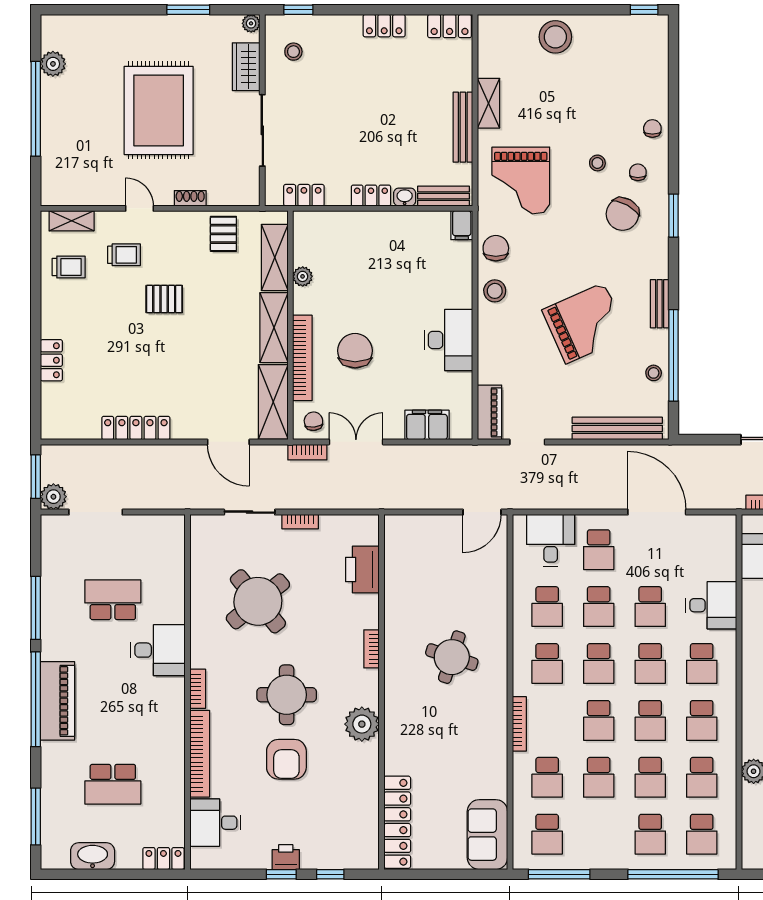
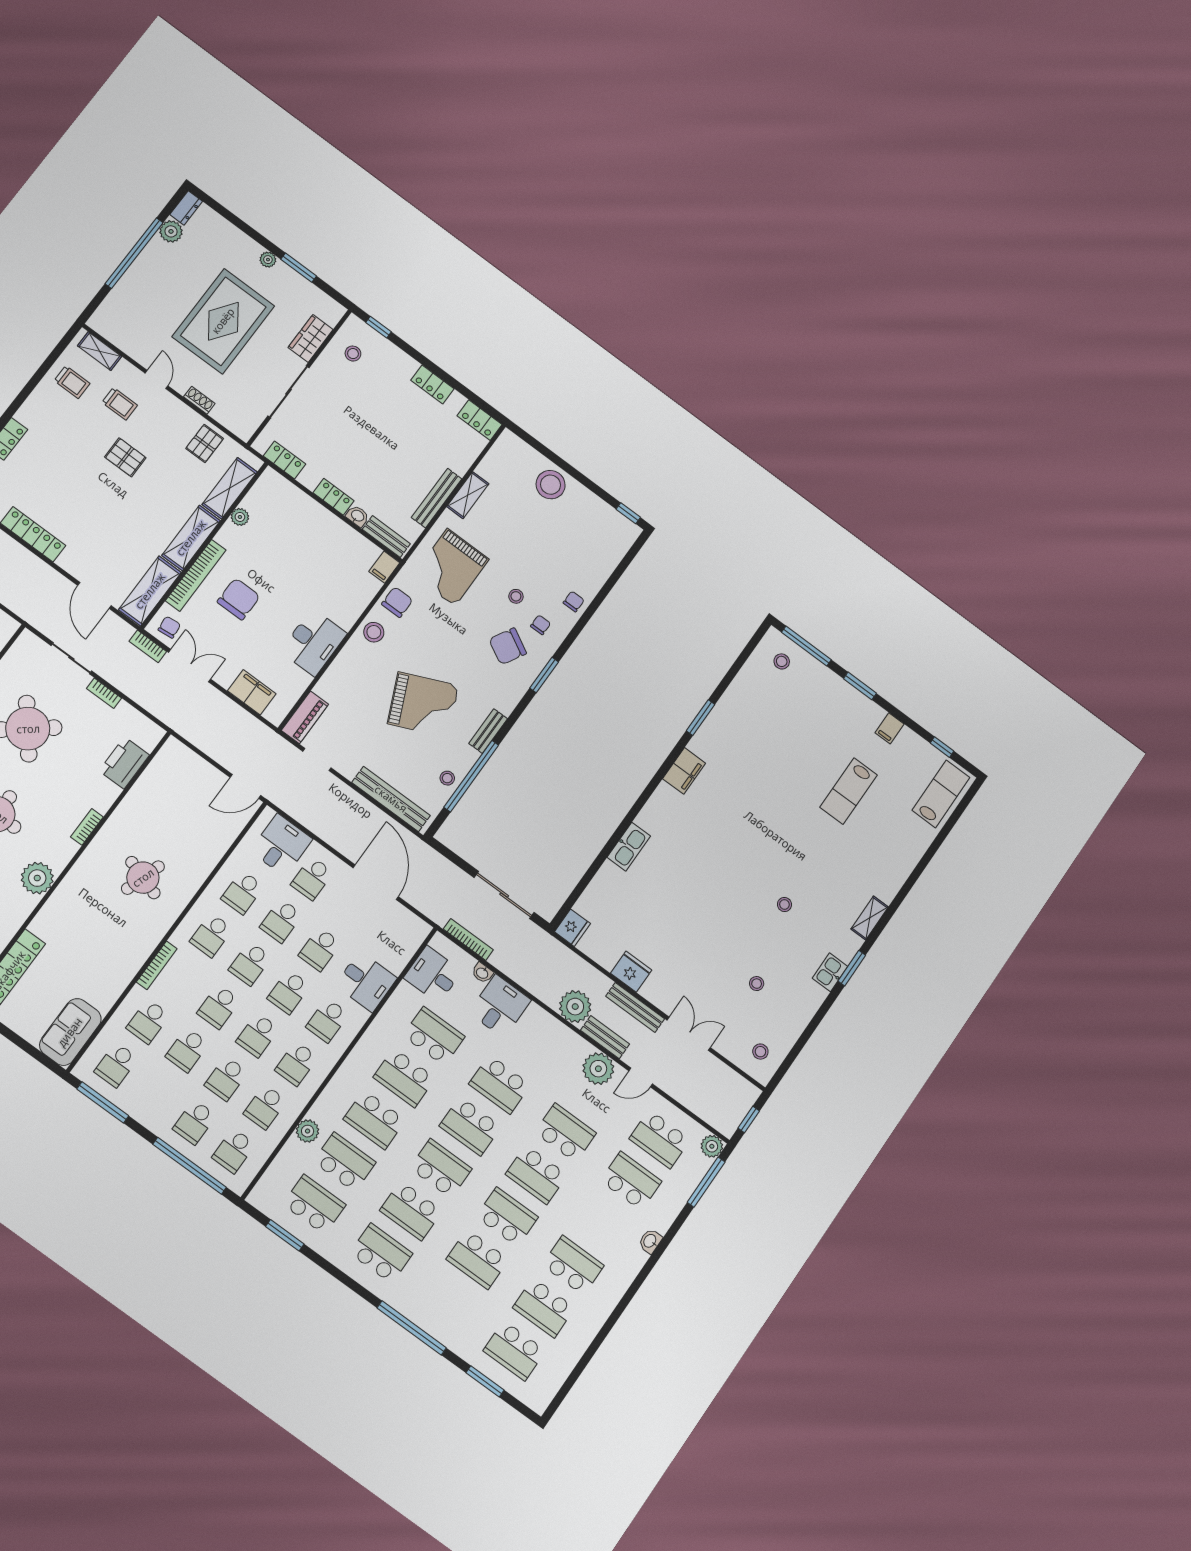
plant: (251, 23) -> (268, 260), moved
dresser: (50, 32) -> (186, 208), added

